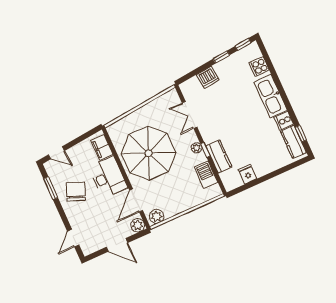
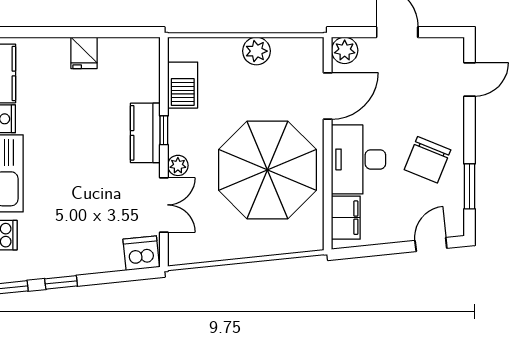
dishwasher: (208, 77) -> (141, 253), moved
plant: (197, 148) -> (178, 165), moved
door: (56, 153) -> (431, 244), hinge flipped
kitchen counter: (219, 156) -> (145, 133), moved
fridge: (248, 174) -> (84, 53), moved
plant: (157, 216) -> (256, 51), moved

